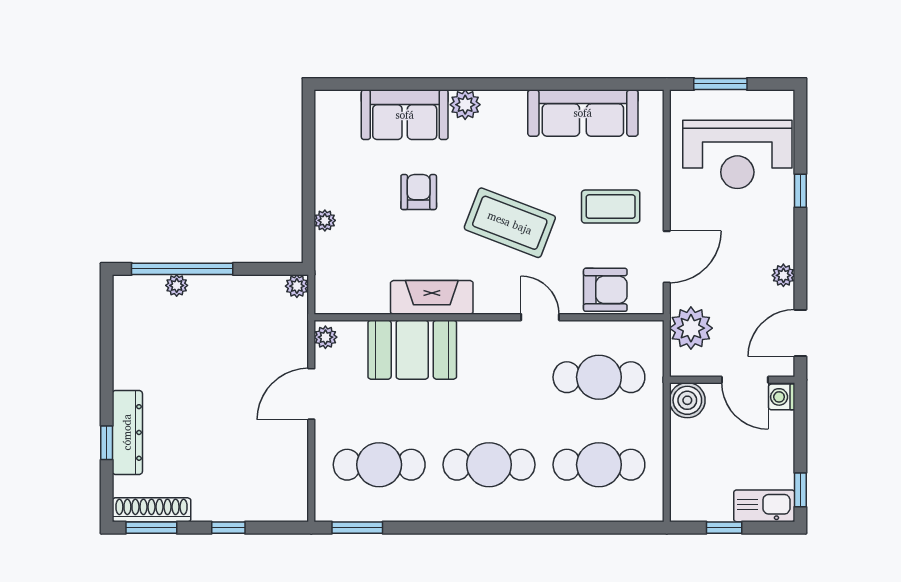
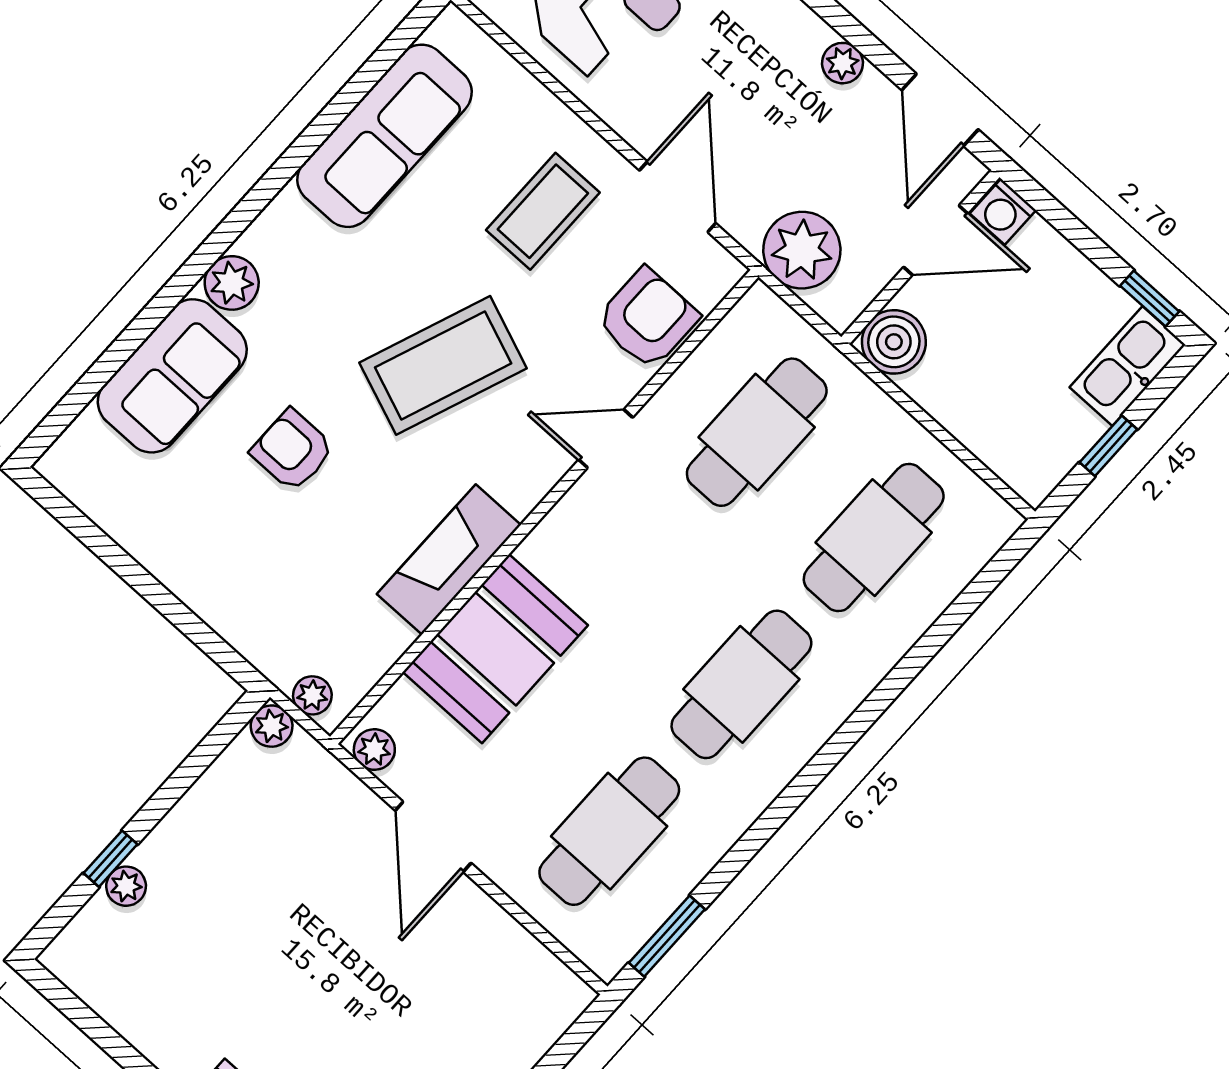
plant: (325, 220) -> (312, 695), moved
window: (182, 269) -> (111, 859), width x0.32

